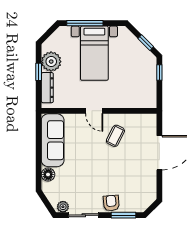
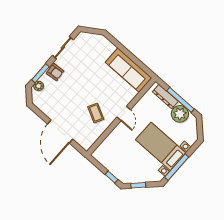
window: (85, 23) -> (177, 167), moved
window: (39, 72) -> (180, 100), width x2.17
door: (94, 111) -> (124, 113), swing flipped
floor lamp: (48, 175) -> (109, 48), removed
plant: (63, 207) -> (39, 86), moved

